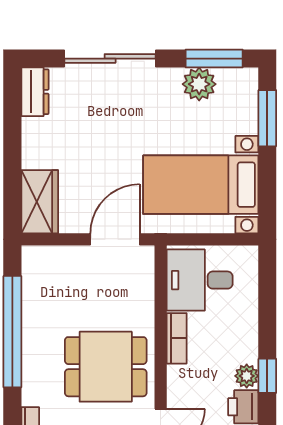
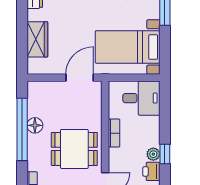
wardrobe: (40, 202) -> (37, 39), moved
desk: (200, 280) -> (141, 98), moved, turned 180
floor lamp: (35, 325) -> (35, 125), added

